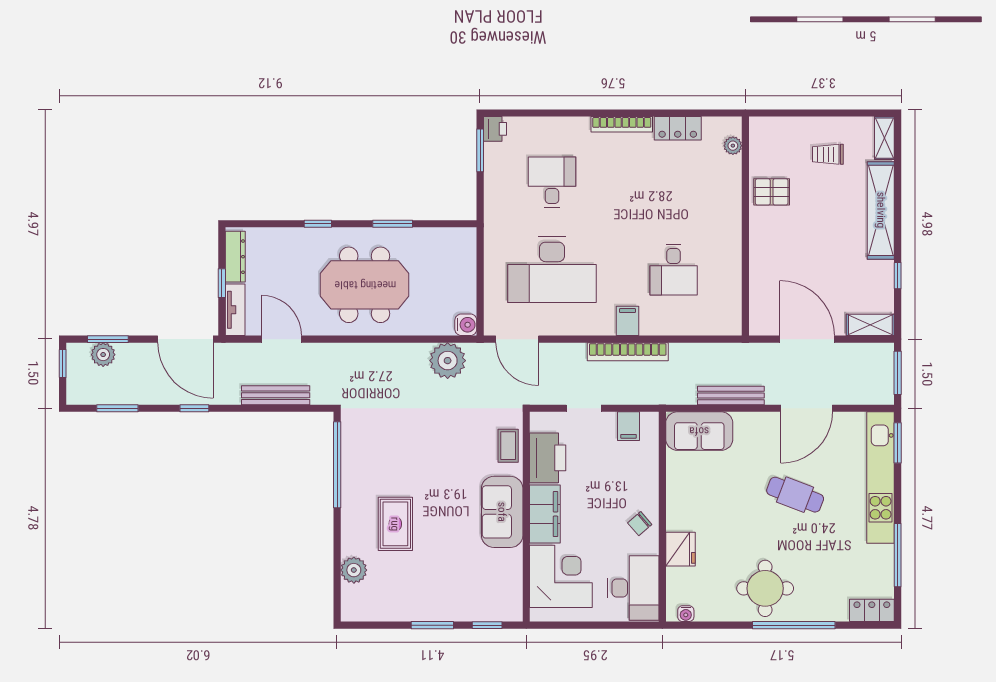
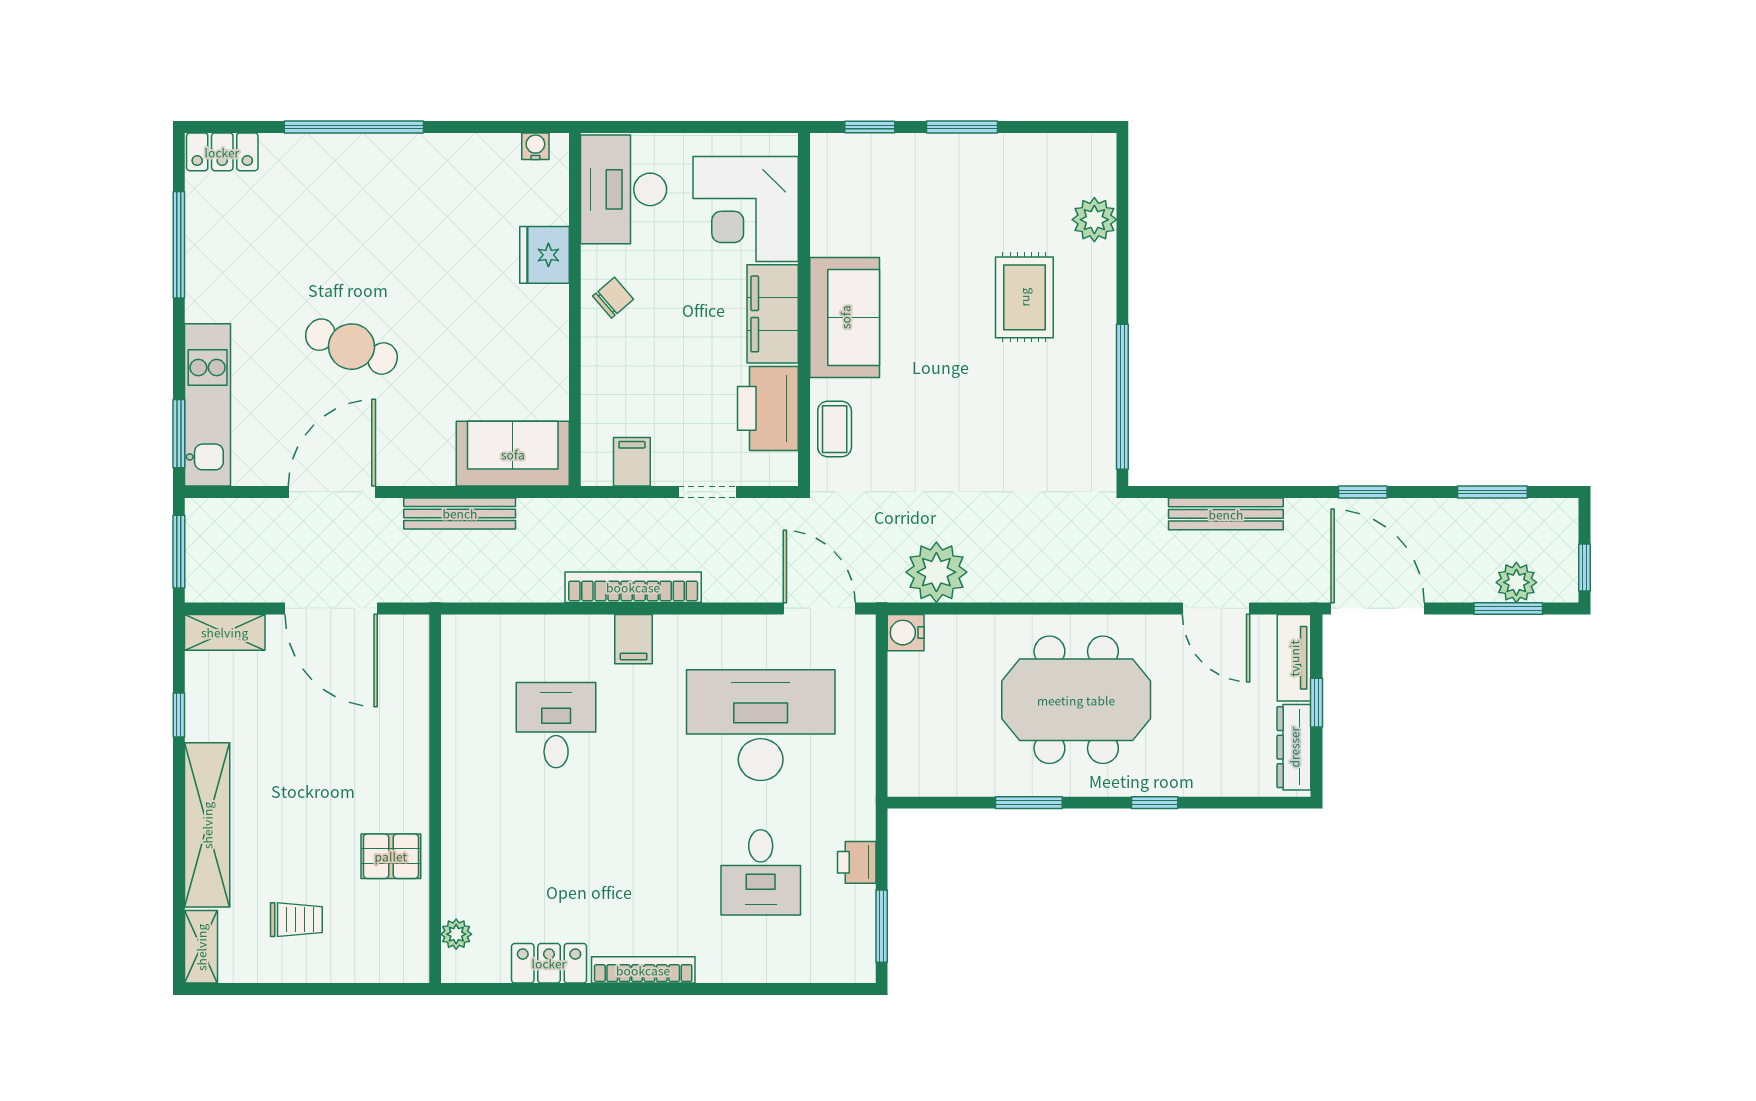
printer: (495, 129) -> (857, 862), moved
kitchen unit: (881, 477) -> (208, 405), width x0.73
round table: (765, 588) -> (402, 189), removed

